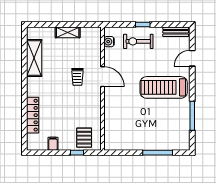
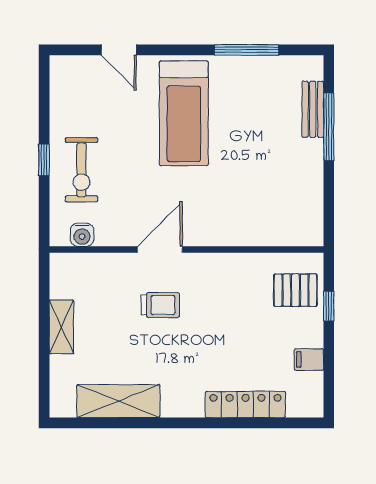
bench: (176, 32) -> (313, 109), moved

